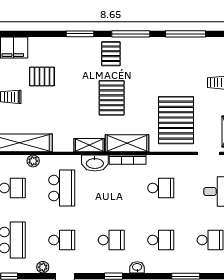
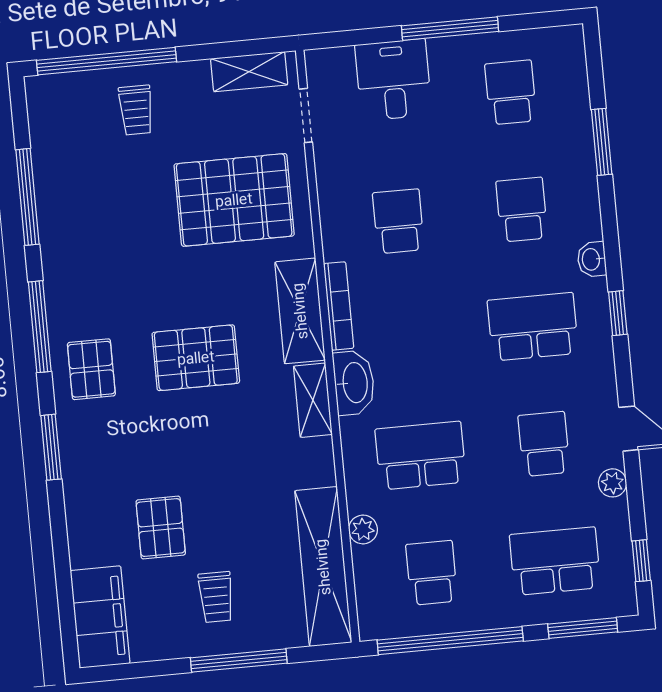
pallet: (111, 54) -> (91, 369), turned 90
school desk: (111, 240) -> (533, 327), width x1.85

